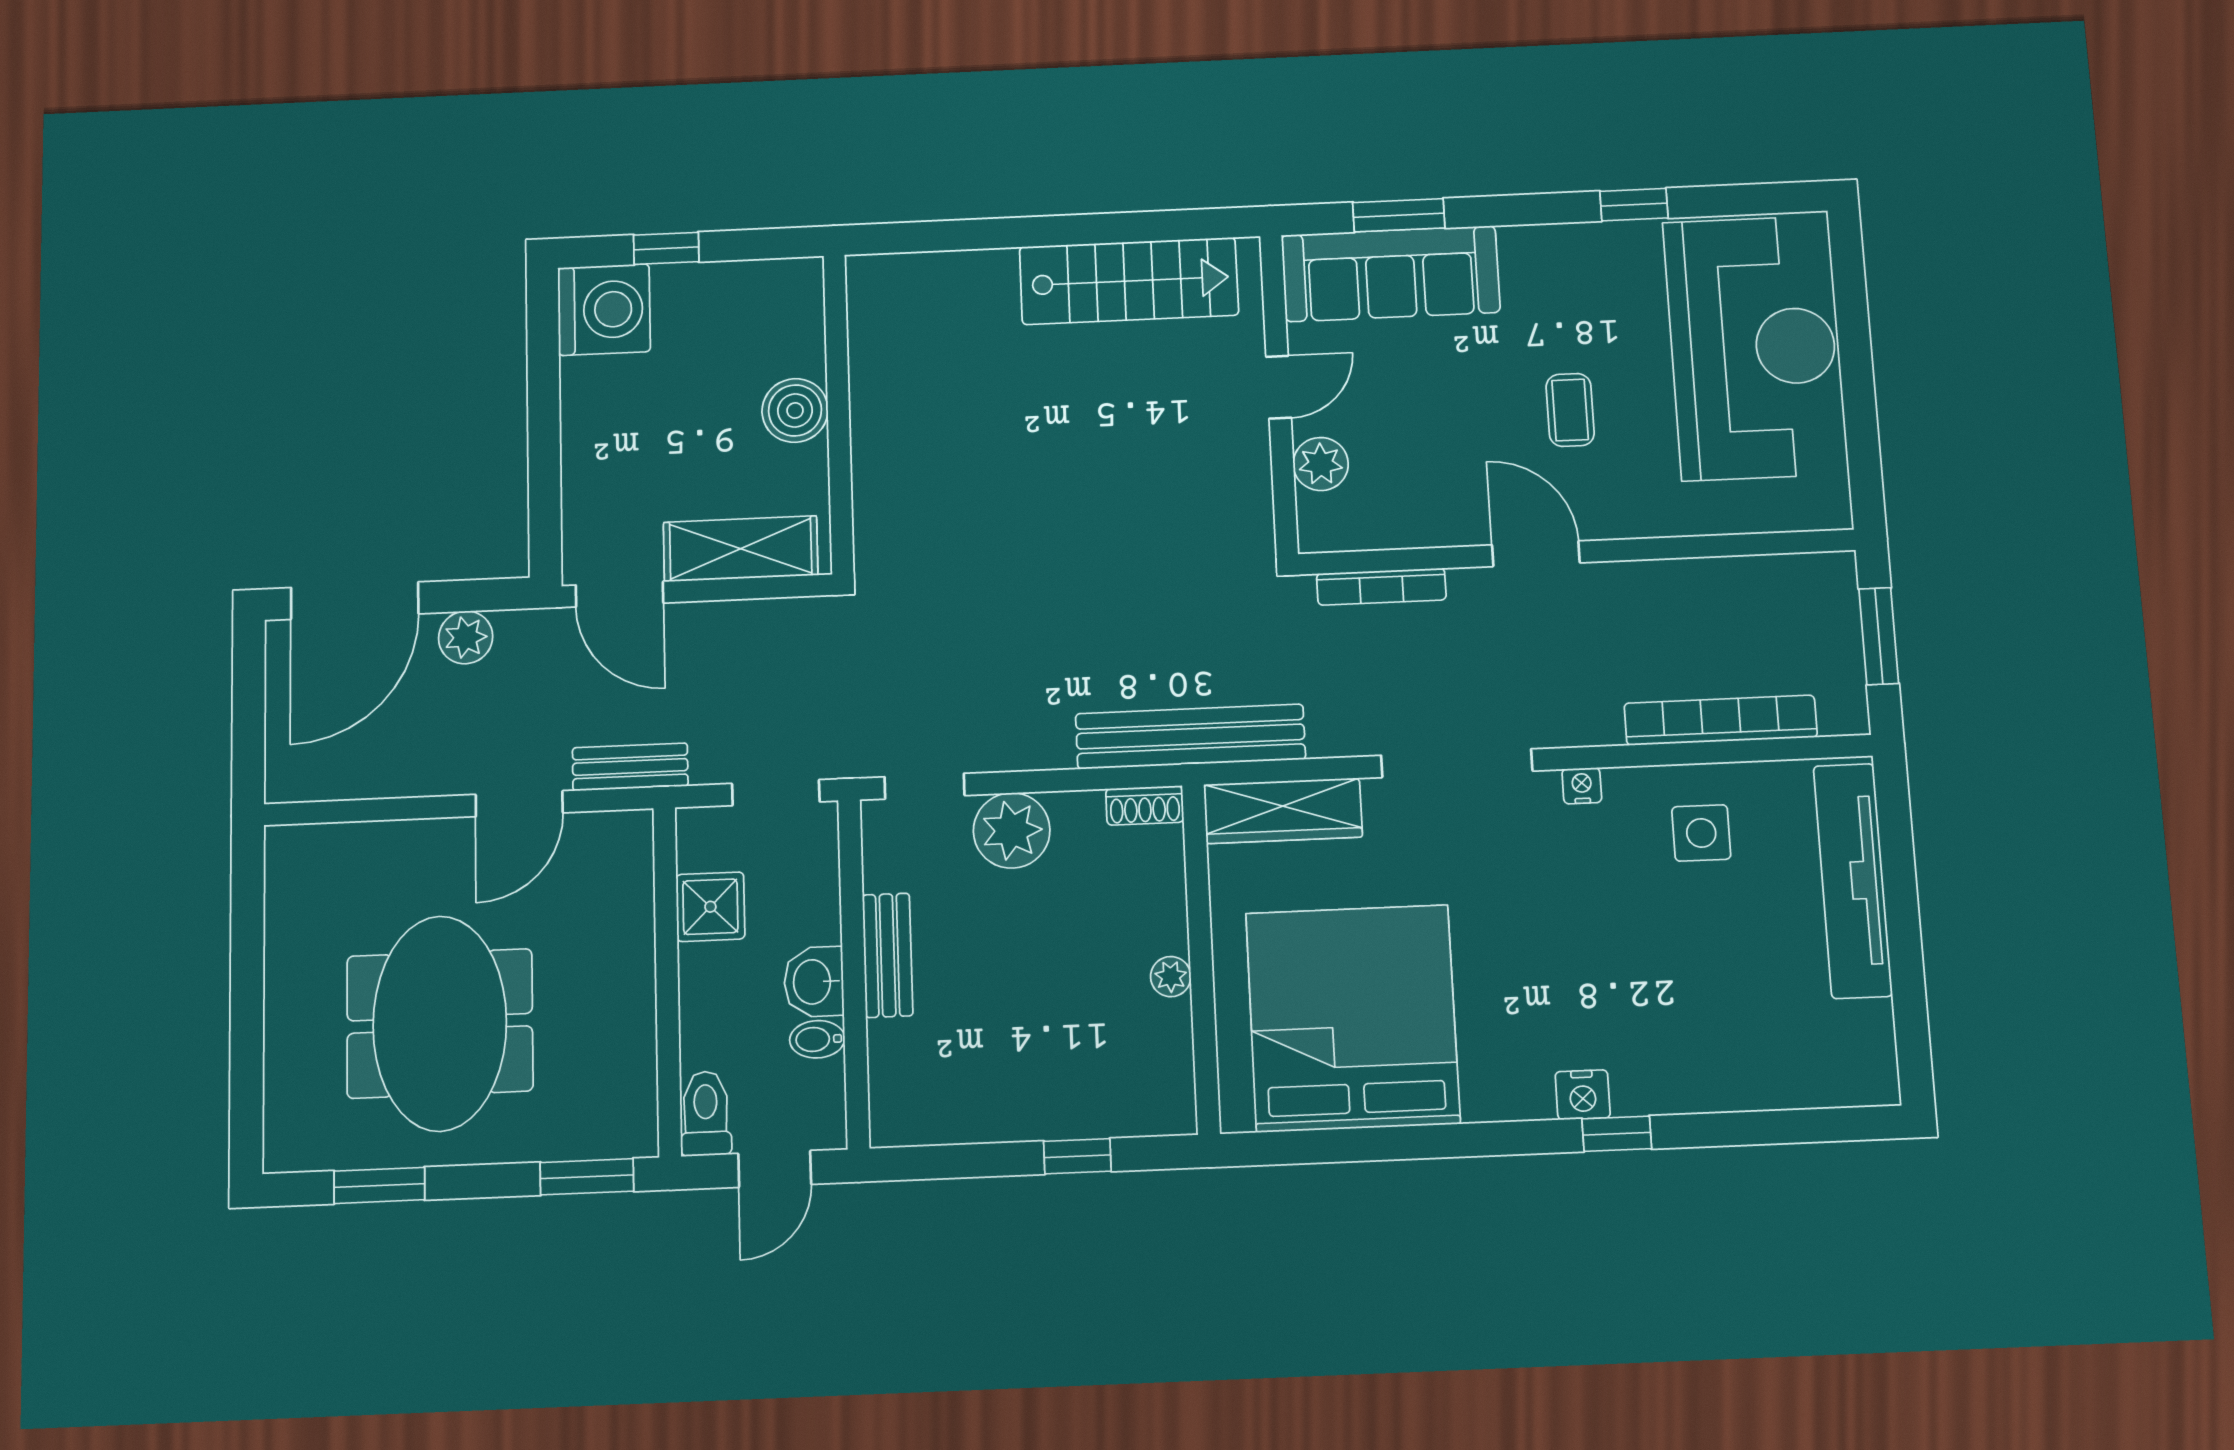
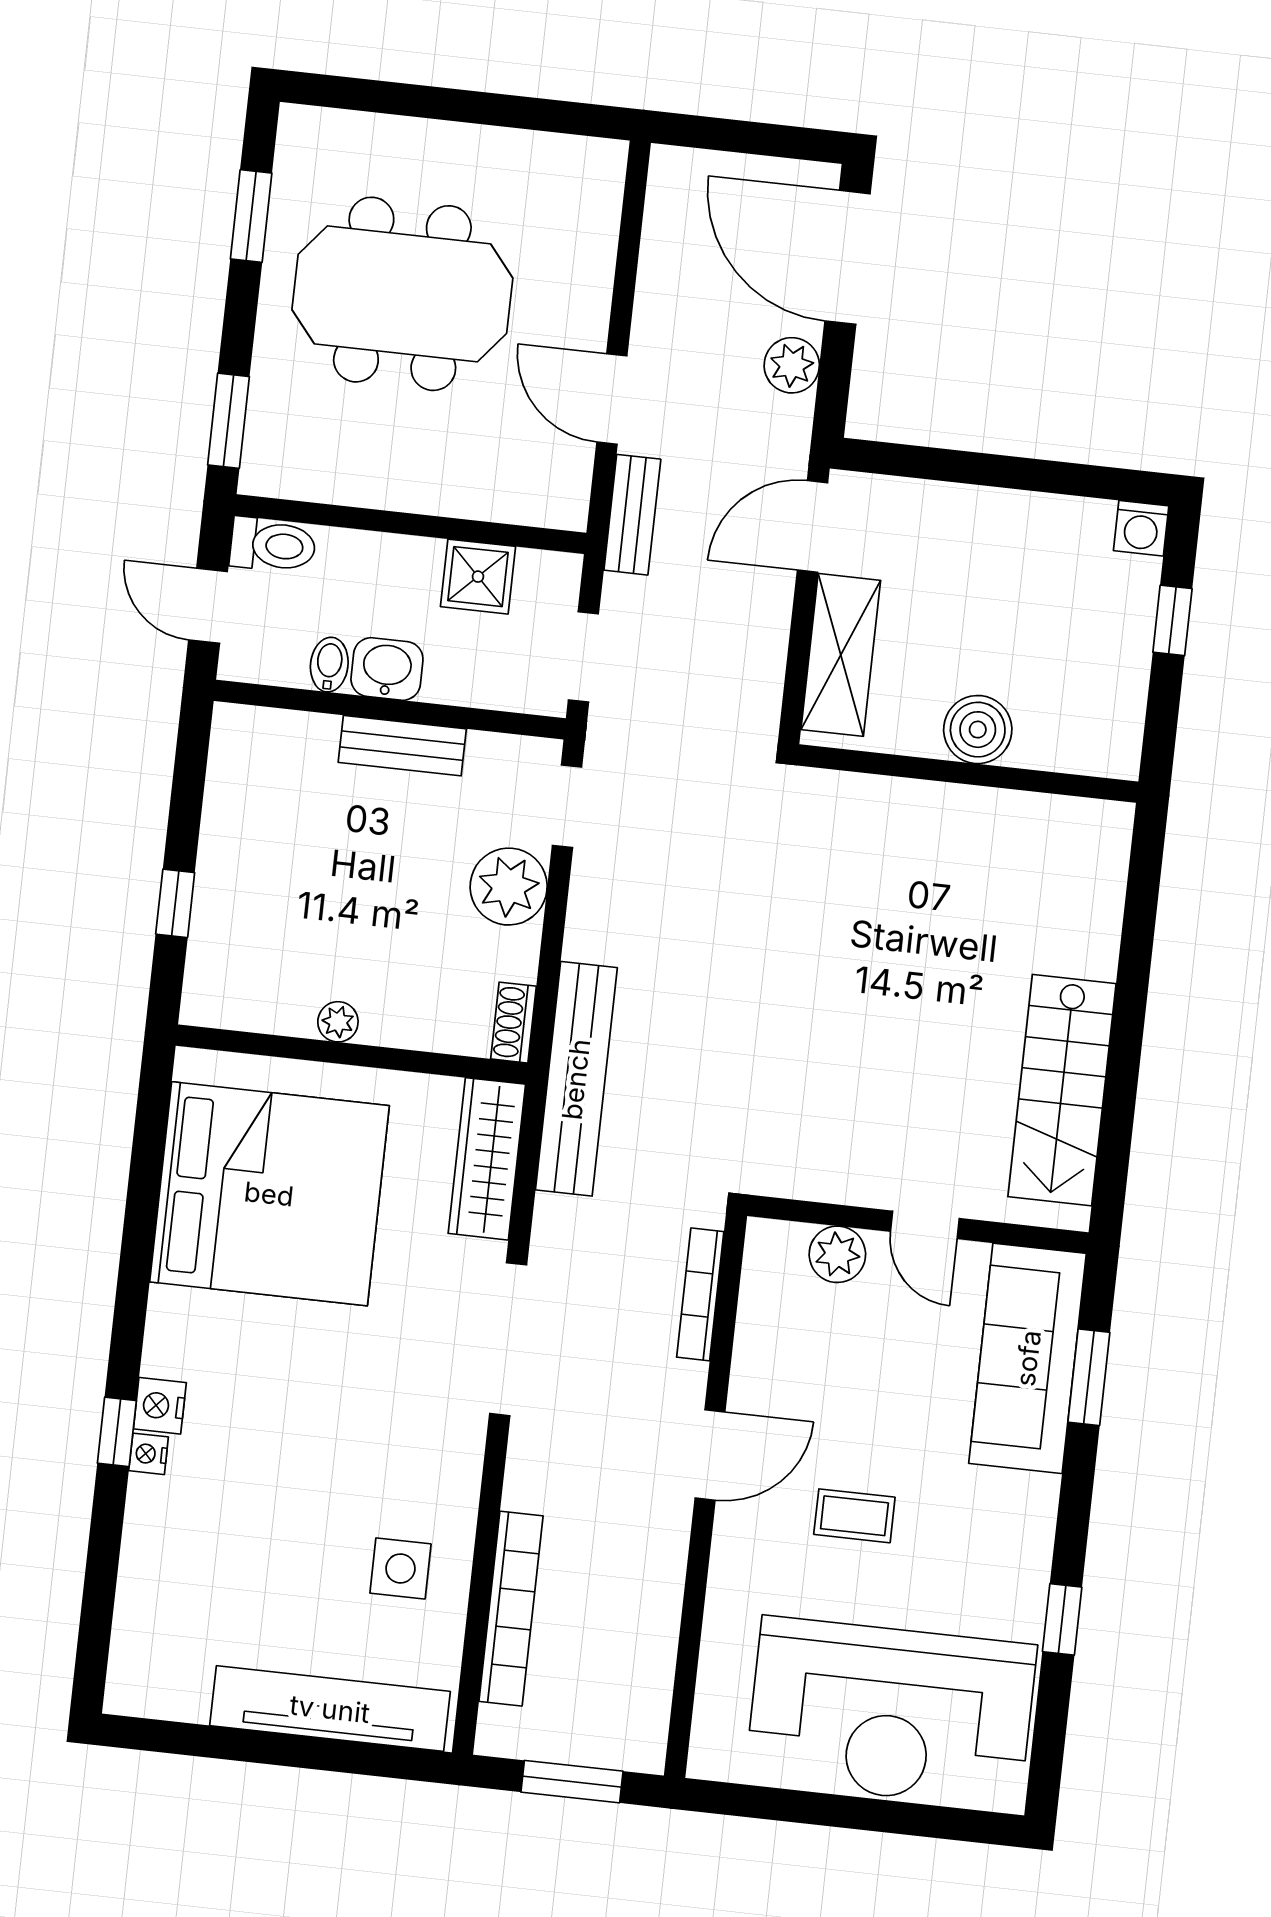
washing machine: (604, 310) -> (1141, 528), width x0.53, depth x0.53
nightstand: (1582, 786) -> (149, 1454), moved, turned 180

